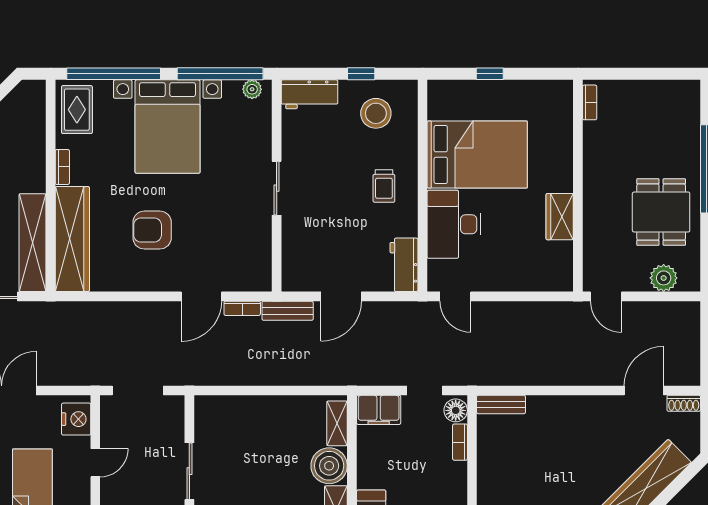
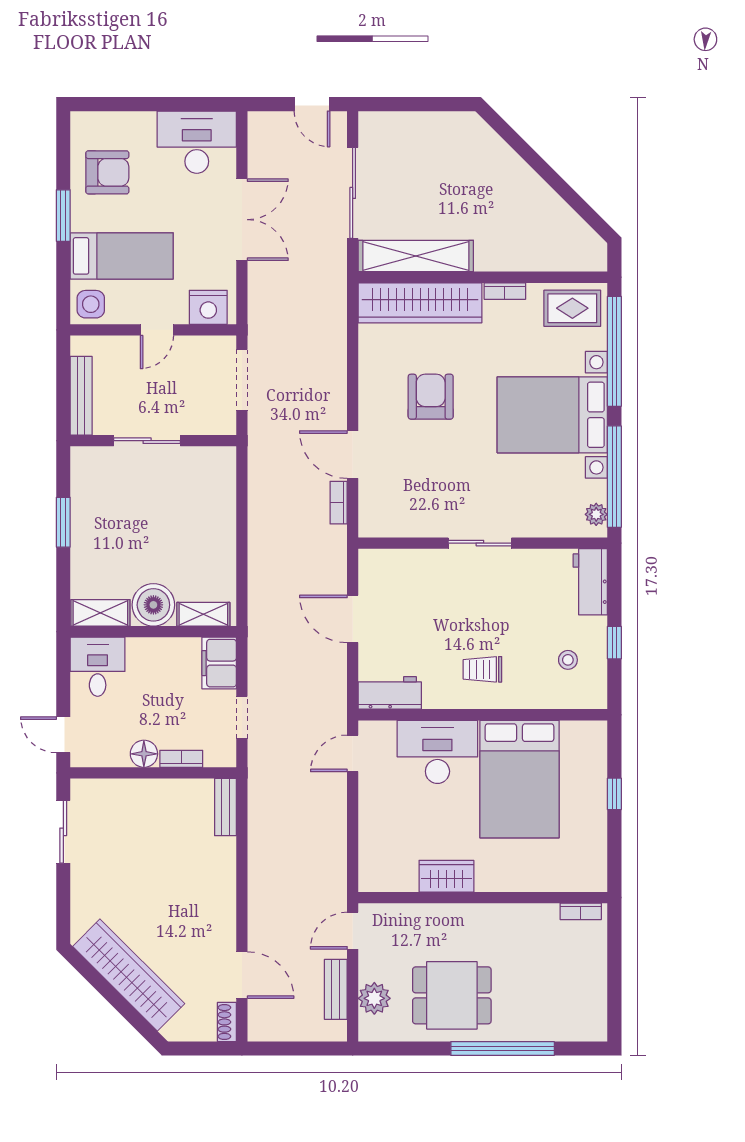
stool: (376, 113) -> (568, 660), width x0.53, depth x0.53
bench: (288, 311) -> (336, 989), moved
floor lamp: (456, 410) -> (144, 754), moved
door: (95, 463) -> (157, 330), hinge flipped

